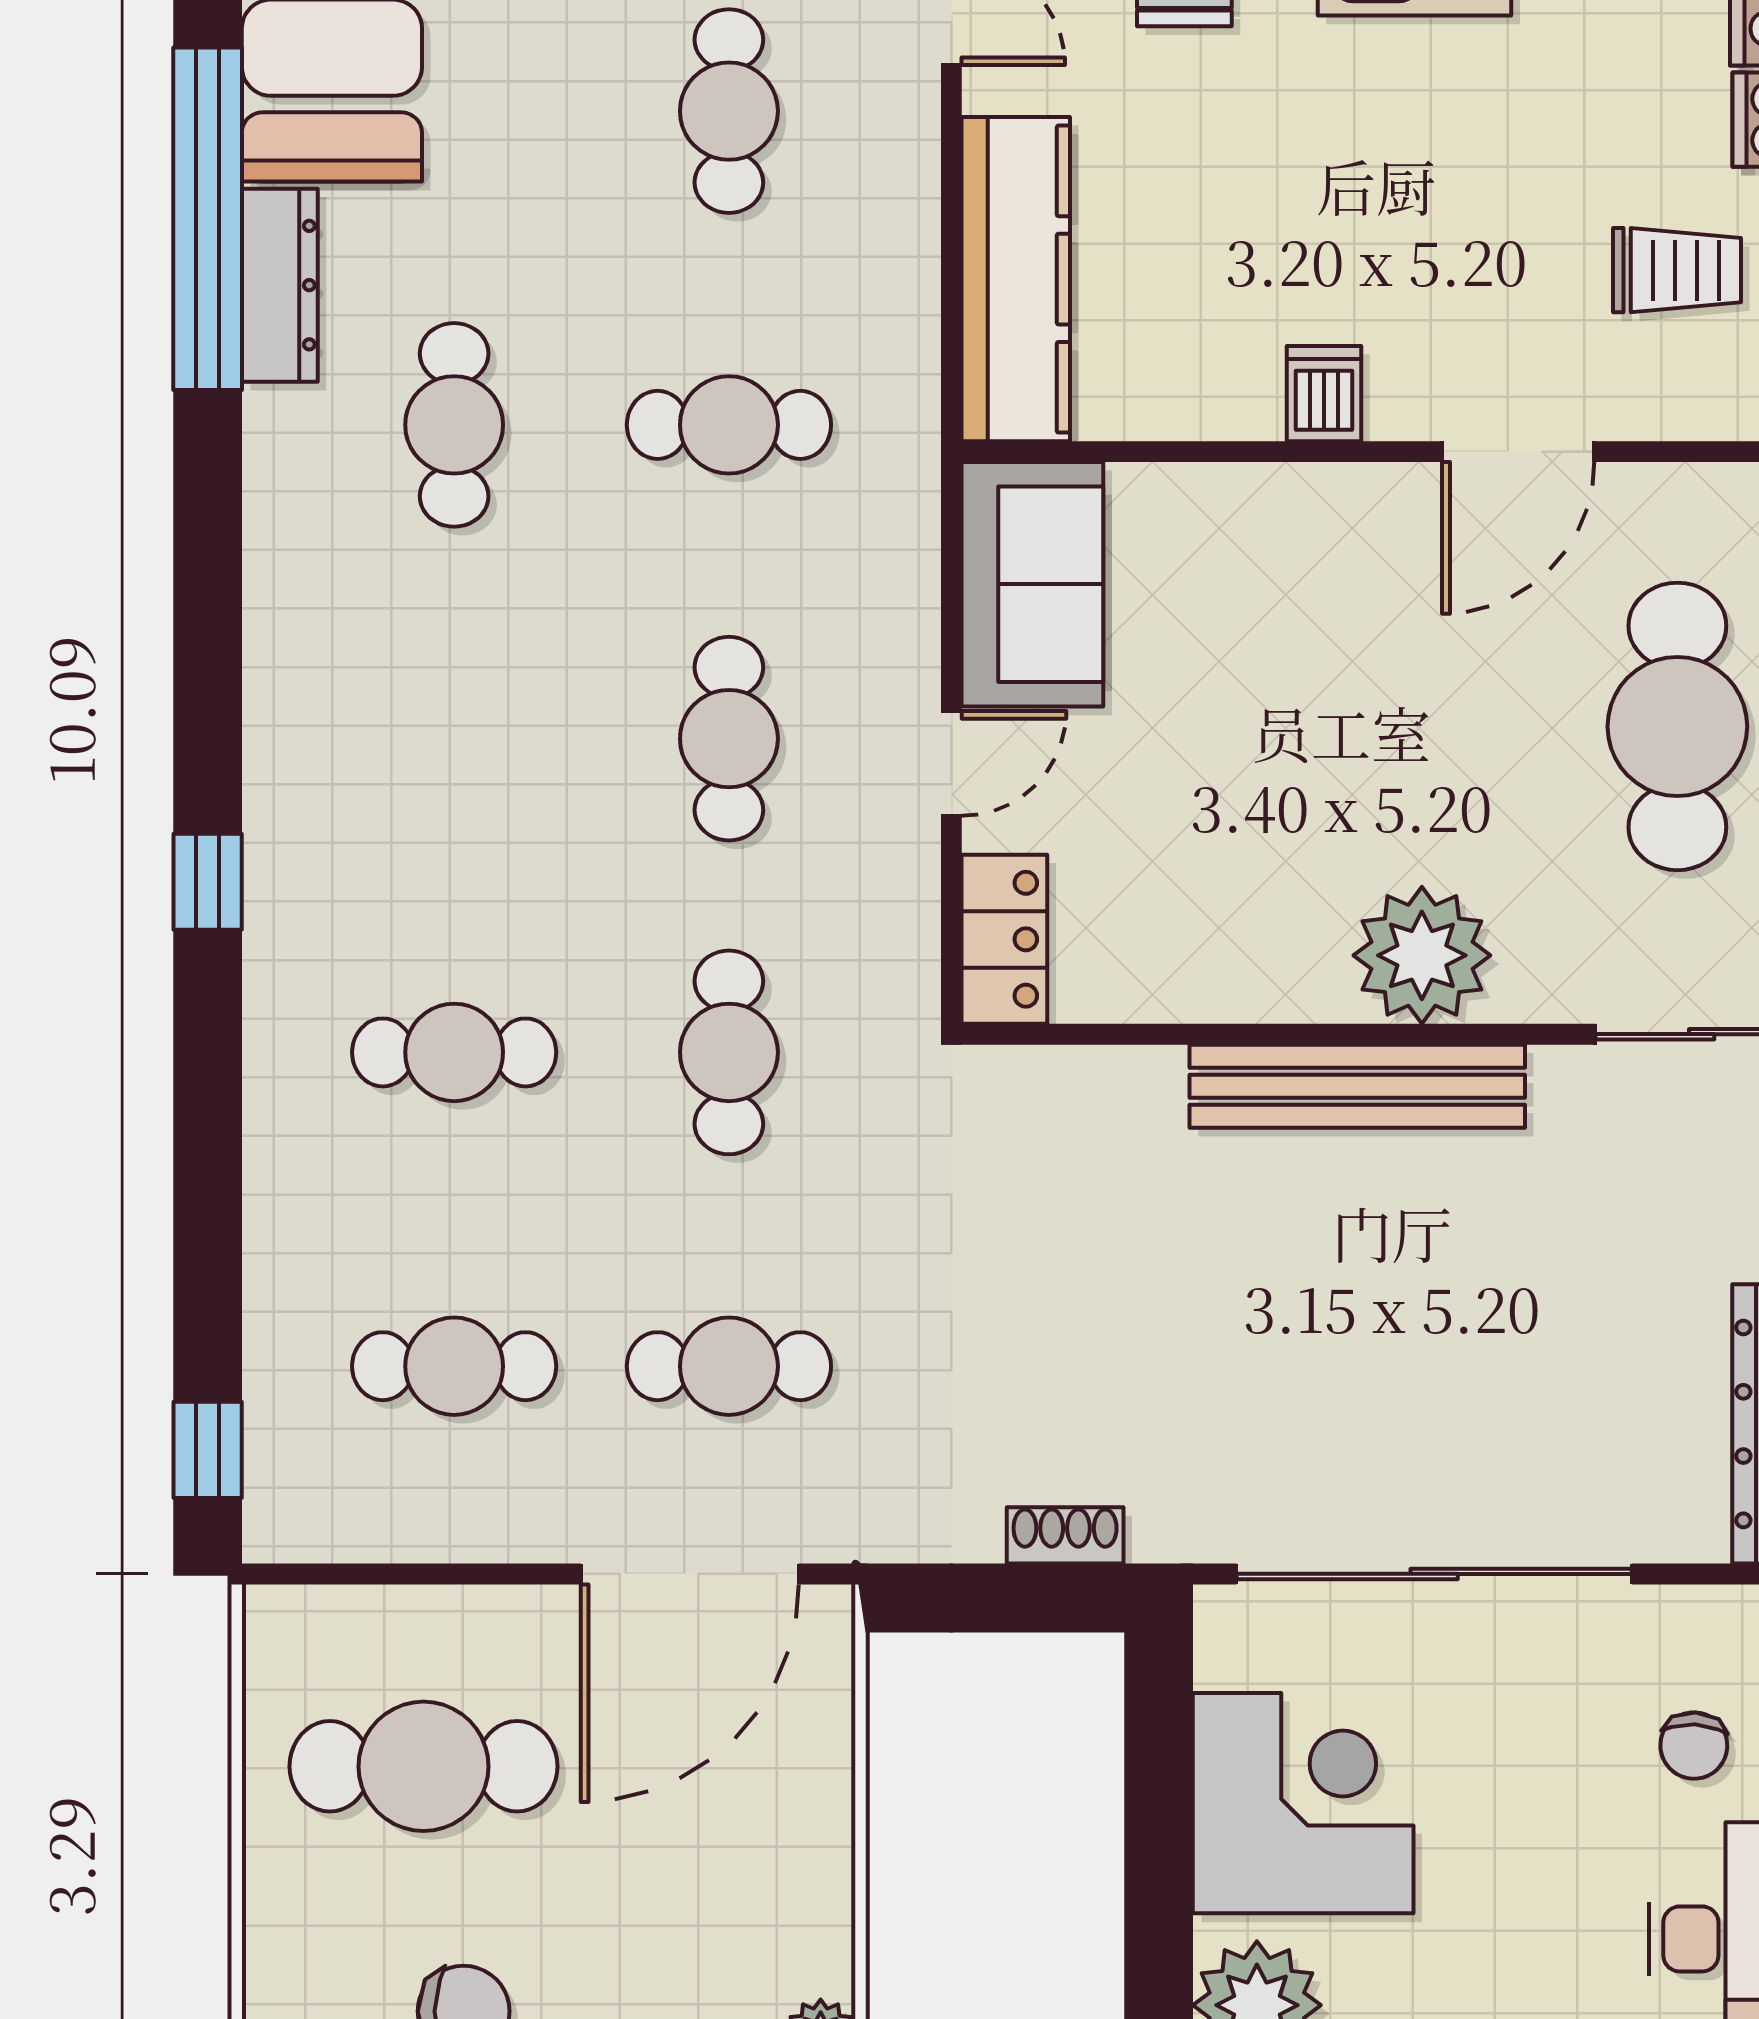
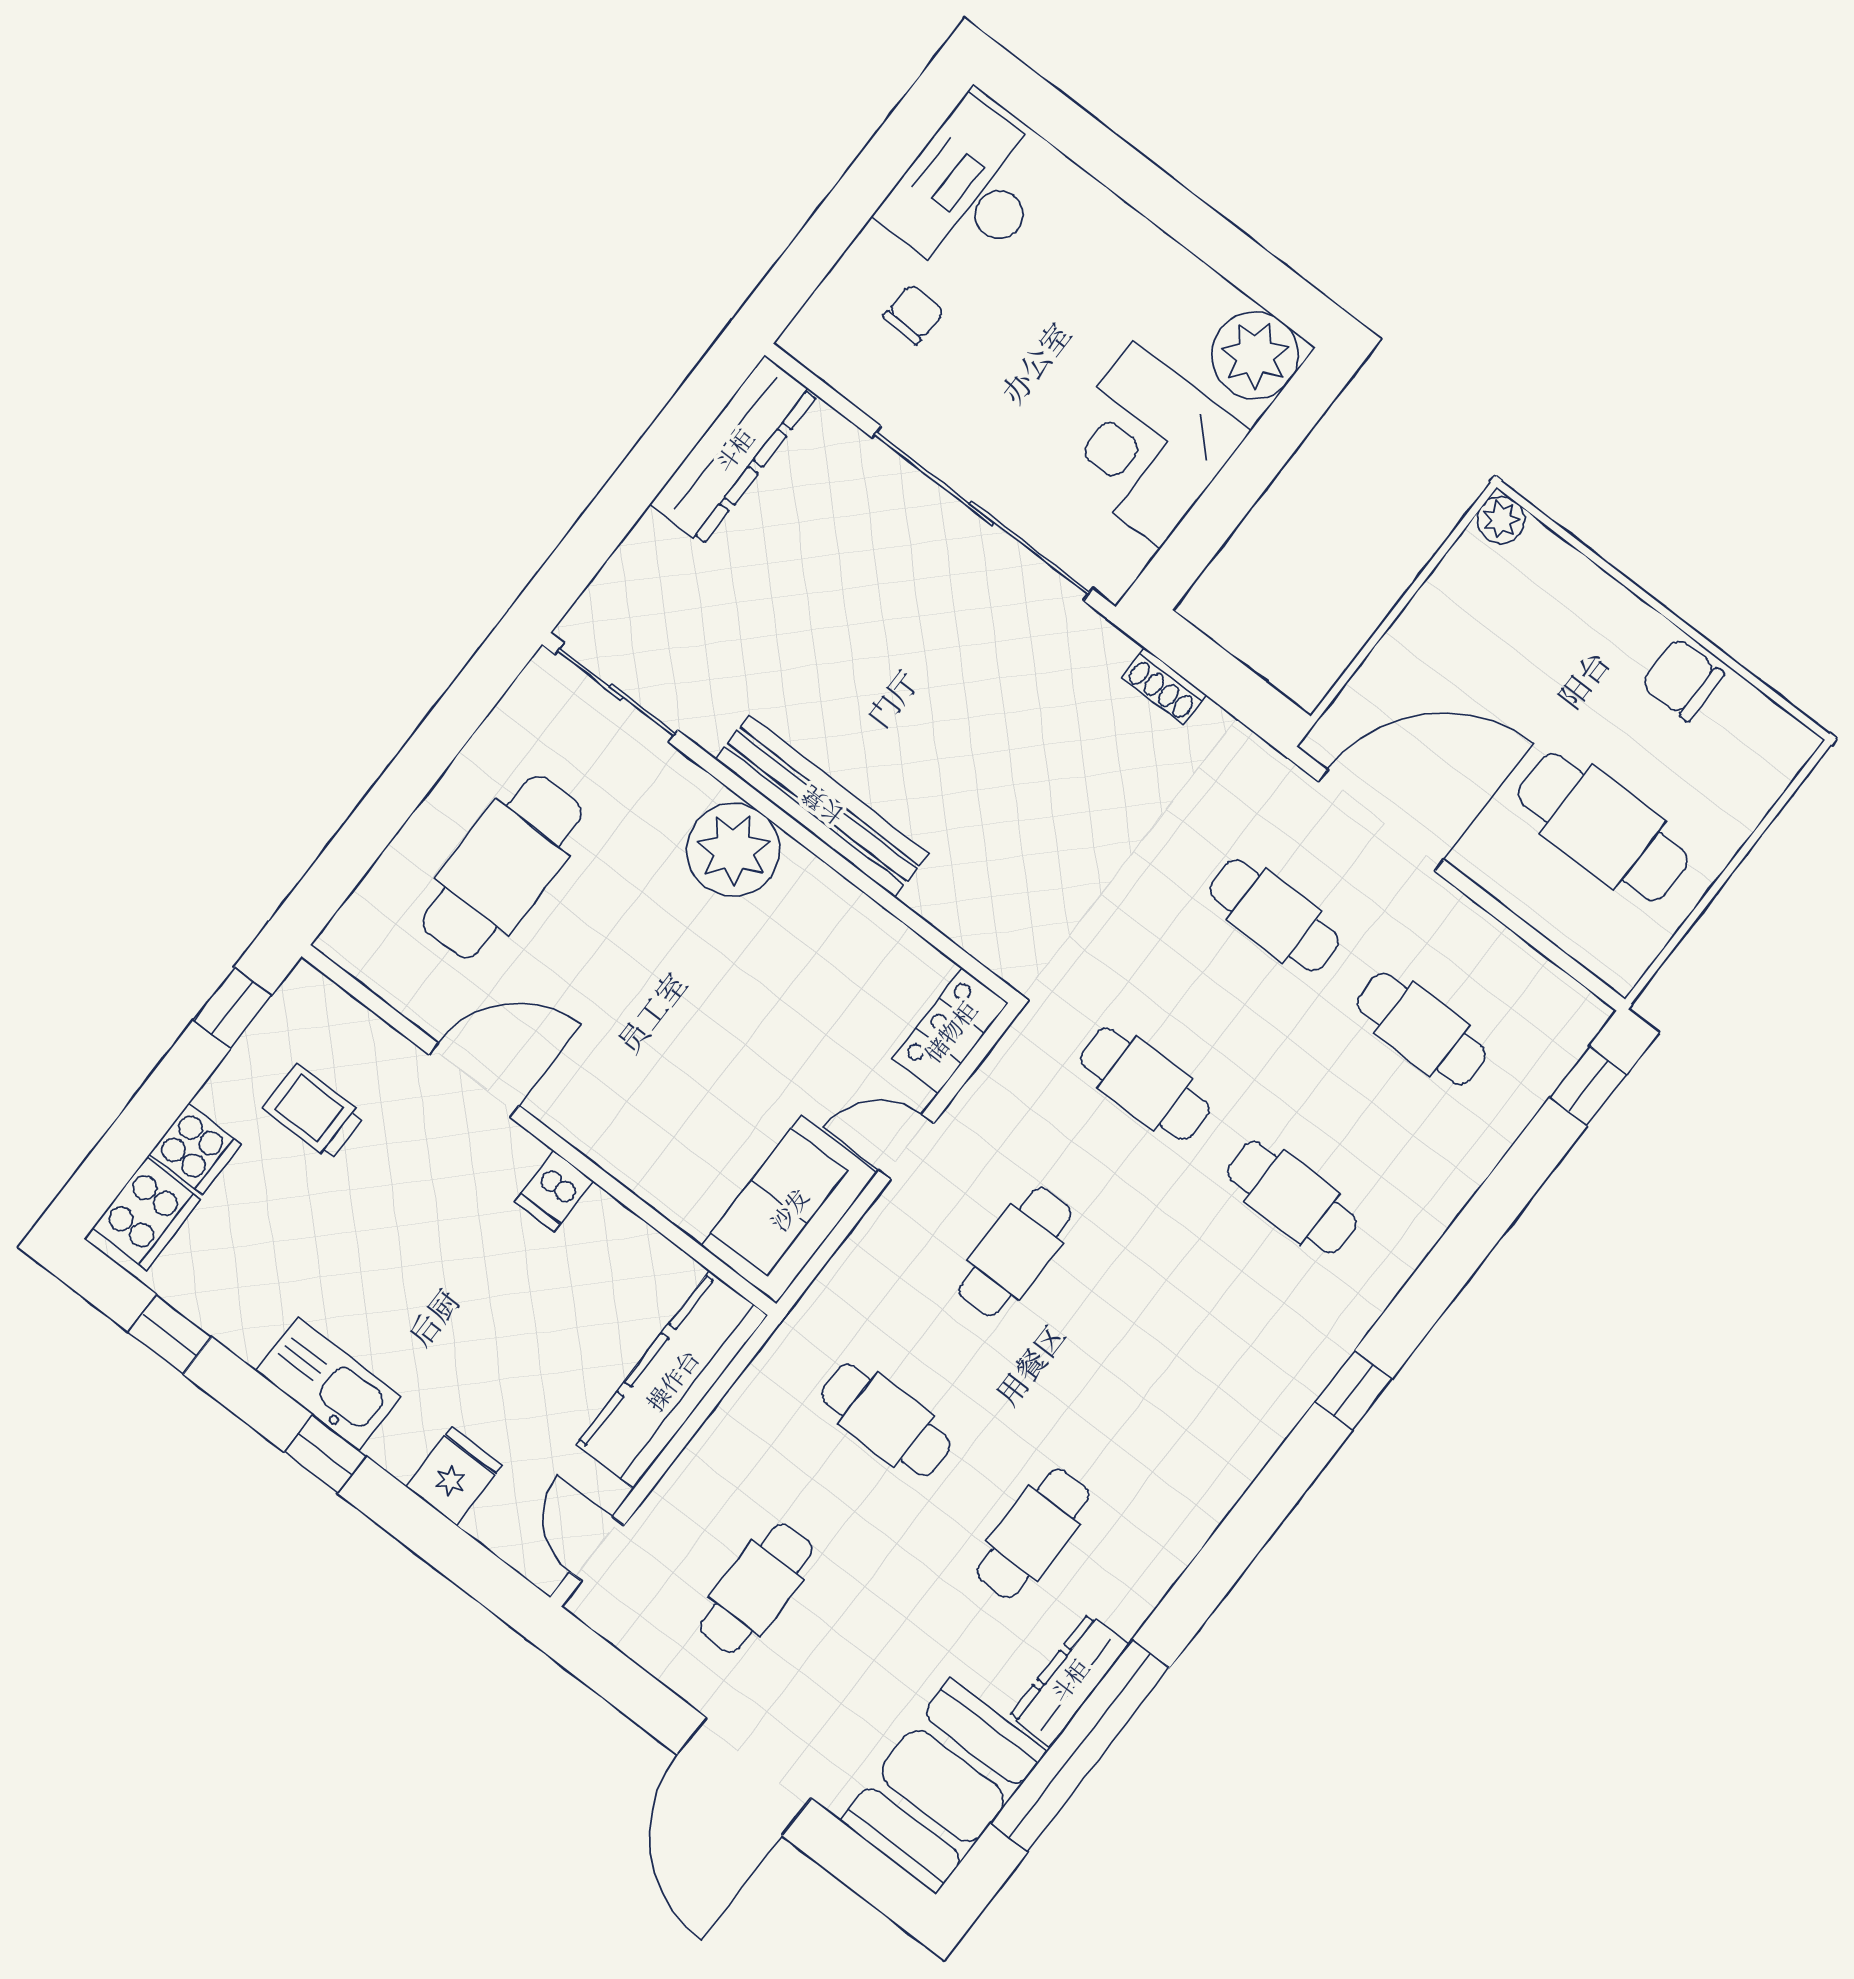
cafe table: (729, 1052) -> (1145, 1084), turned 90

